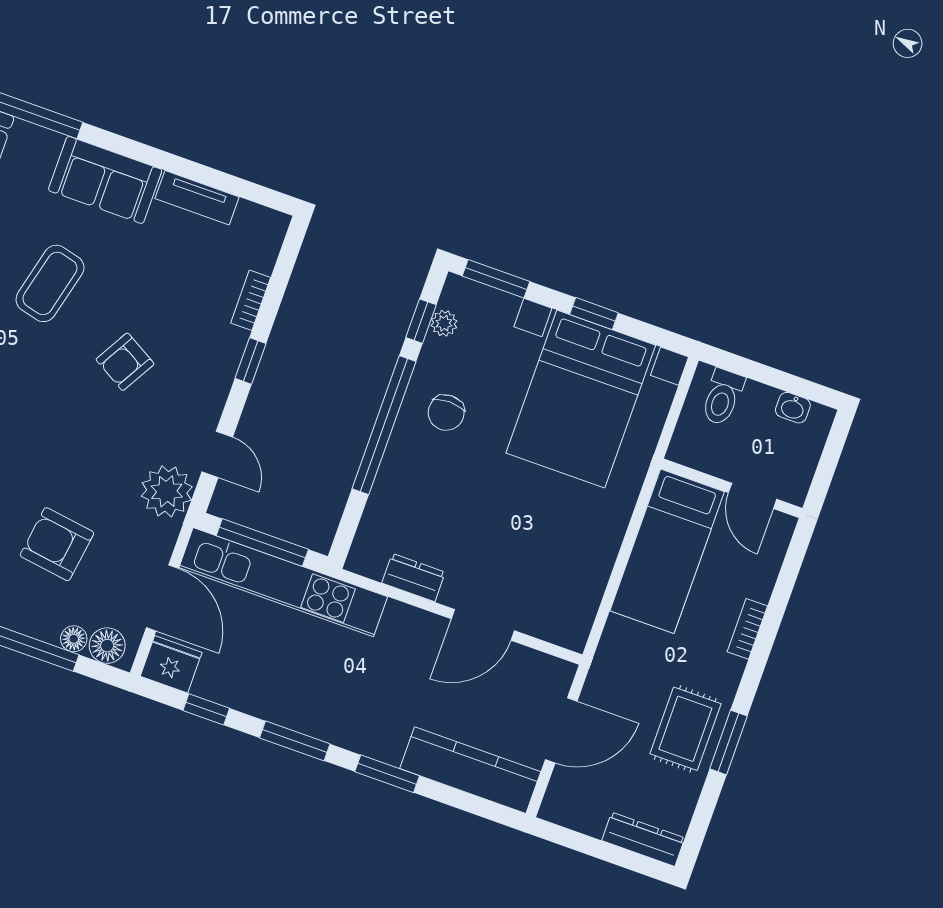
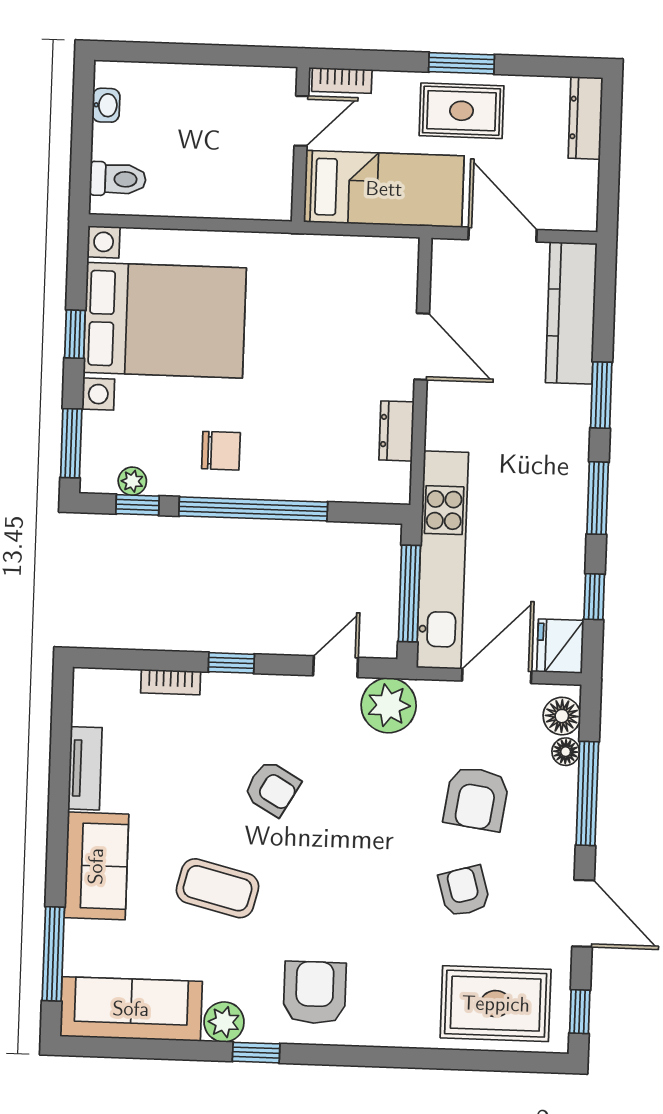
wall: (731, 488) -> (300, 144), moved
door: (753, 496) -> (301, 121), moved
bed: (667, 551) -> (384, 189), moved

